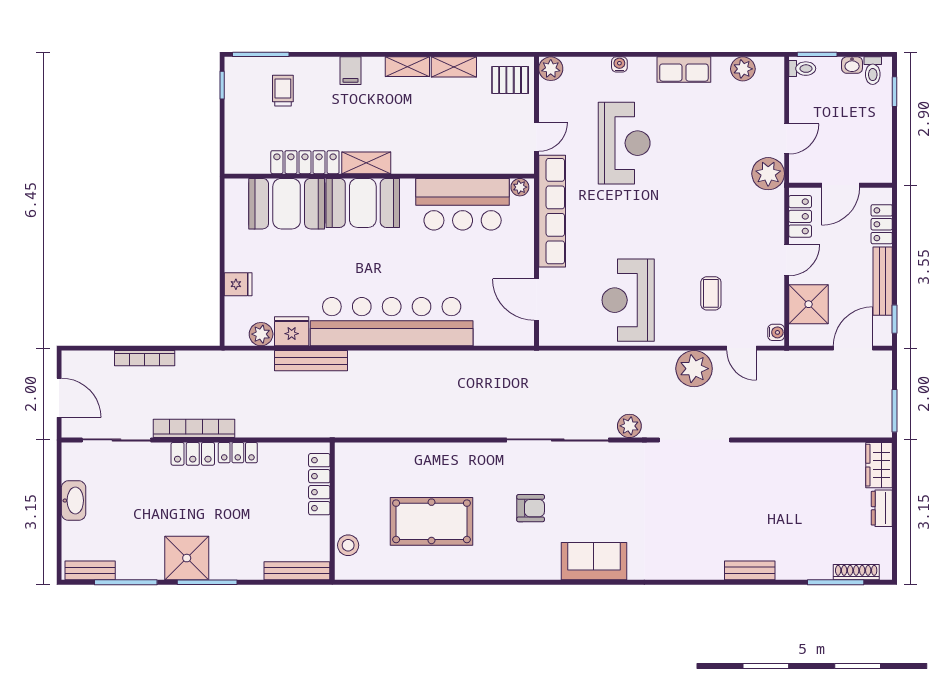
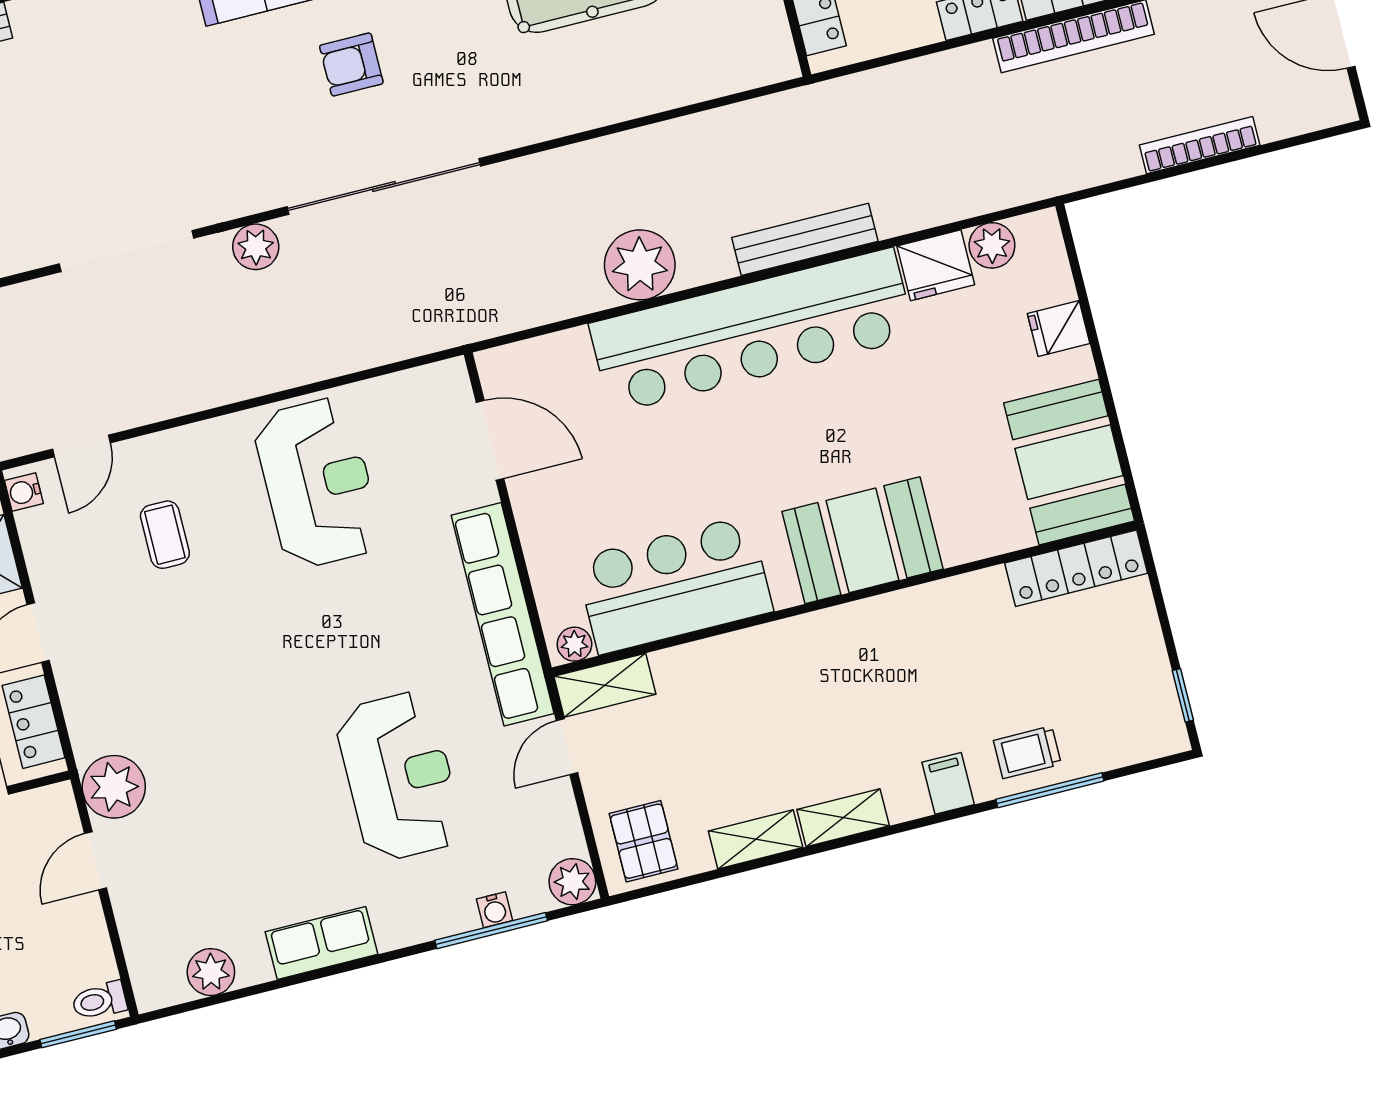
window: (261, 54) -> (1050, 790), moved
window: (598, 54) -> (491, 931), added
water cooler: (619, 64) -> (495, 910), moved
pallet: (510, 80) -> (644, 841), turned 90
trolley: (283, 91) -> (1027, 752), moved, turned 90
reception desk: (624, 143) -> (399, 776), turned 180
locker: (305, 162) -> (1076, 568), moved
shelving: (366, 163) -> (605, 685), moved
booth: (287, 204) -> (1069, 462), moved, turned 90
door: (742, 348) -> (81, 446), swing flipped
bench: (311, 361) -> (805, 239), moved
plant: (694, 369) -> (640, 265), moved
armchair: (531, 508) -> (351, 64), moved

